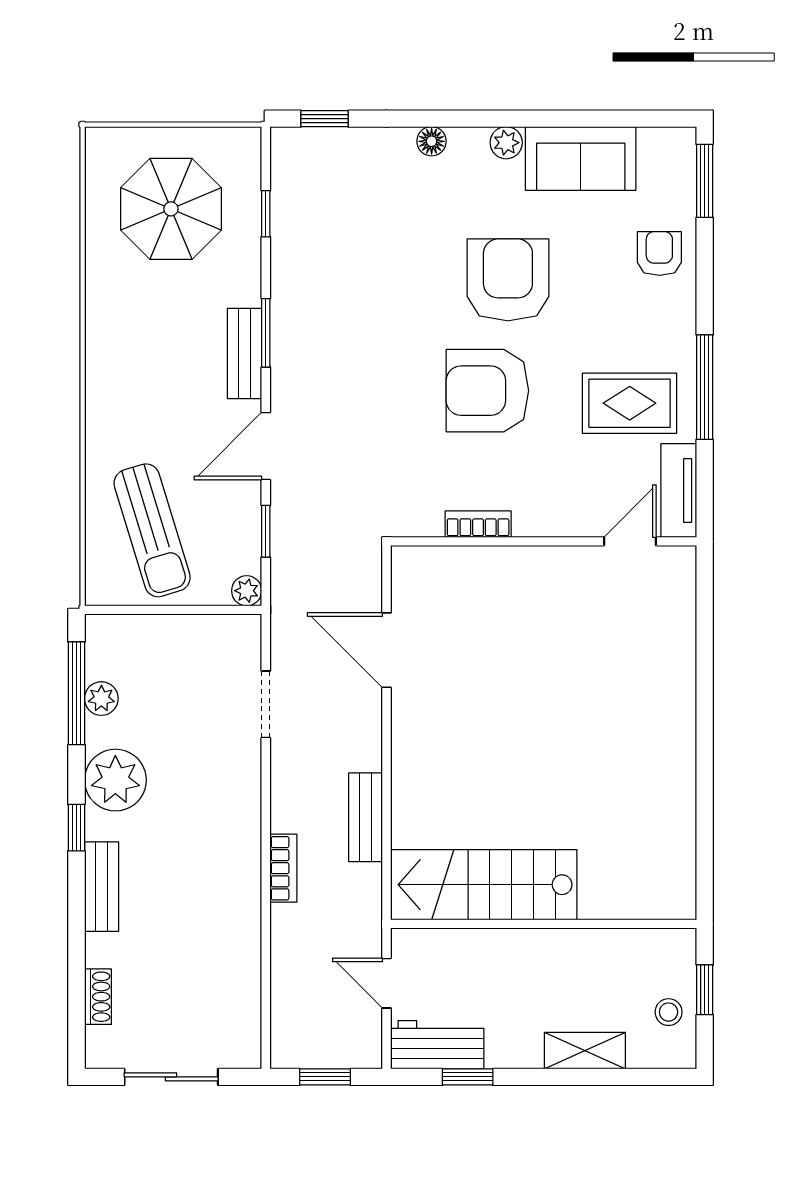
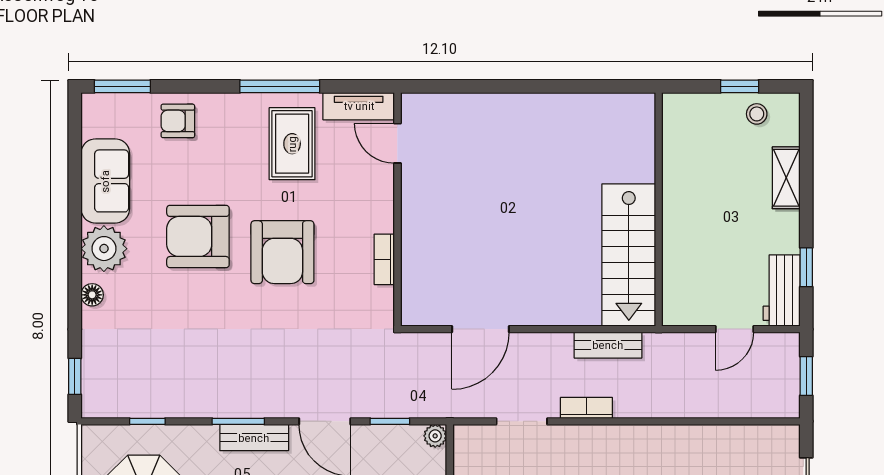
plant: (506, 143) -> (104, 249), width x1.87, depth x1.87
bookcase: (283, 868) -> (586, 408), moved
stairs: (484, 885) -> (629, 255), moved
wall: (544, 924) -> (659, 209), moved

